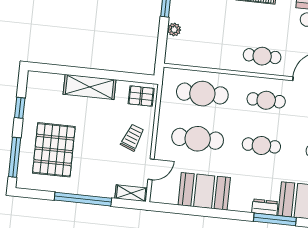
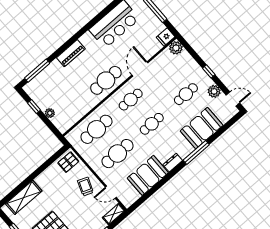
cafe table: (262, 56) -> (106, 80), width x1.37, depth x1.35
shelving: (90, 87) -> (24, 197), moved
door: (151, 169) -> (111, 192), swing flipped
dresser: (265, 207) -> (173, 163), moved

